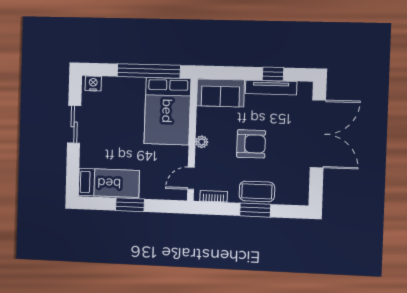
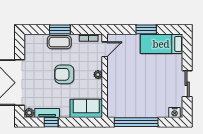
tv unit: (271, 88) -> (47, 113), width x0.71
plant: (305, 89) -> (29, 113), added
bed: (167, 111) -> (122, 95), removed

